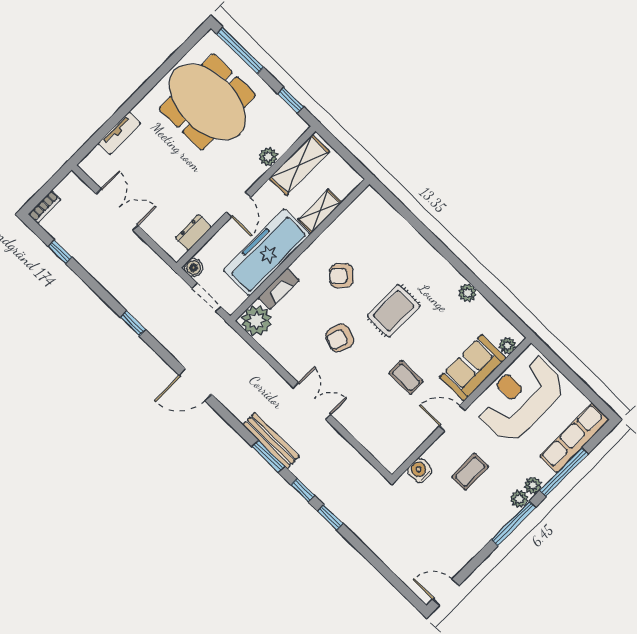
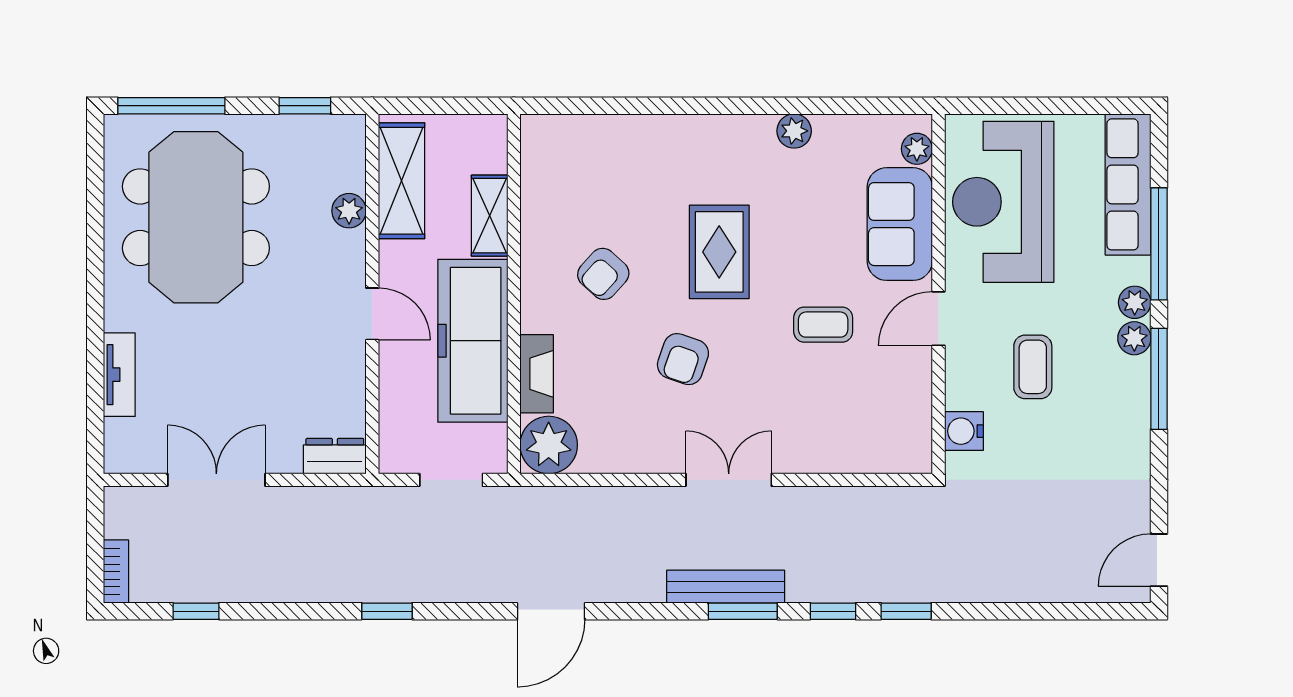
meeting table: (208, 102) -> (196, 217), turned 90
dresser: (193, 233) -> (335, 456), moved, turned 90
boiler: (194, 268) -> (395, 457), removed

